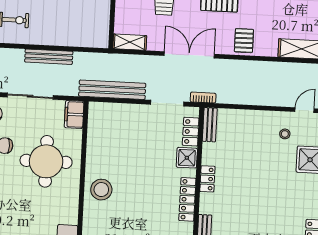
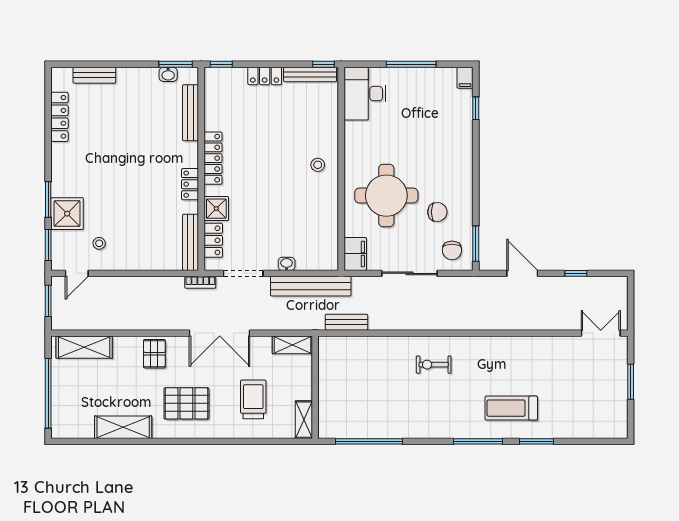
bench: (49, 57) -> (346, 322), moved, width x0.73
washbasin: (131, 109) -> (287, 264), added
bench: (210, 125) -> (191, 242), width x1.36
stool: (101, 190) -> (318, 165), width x0.53, depth x0.53

